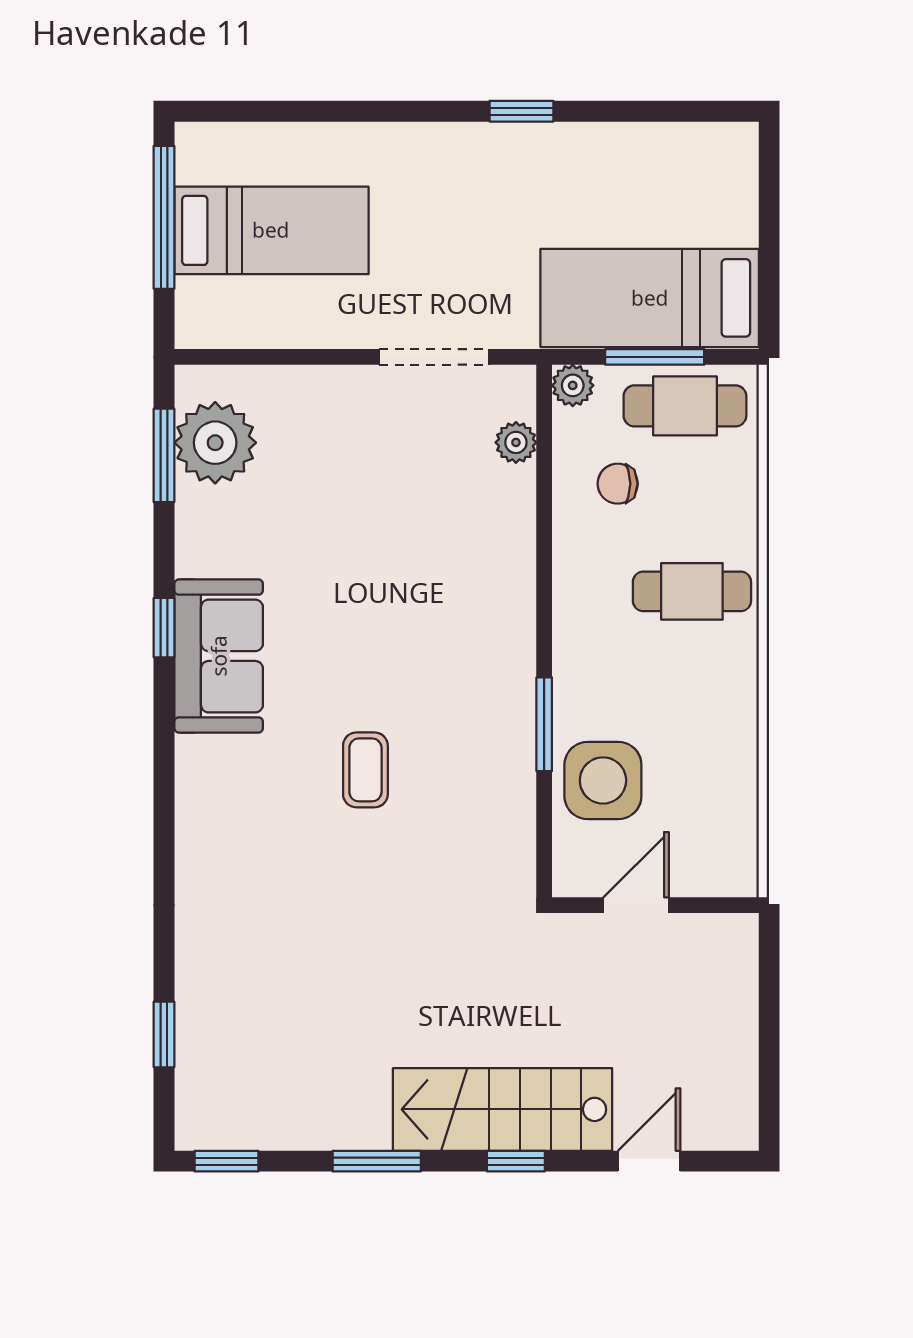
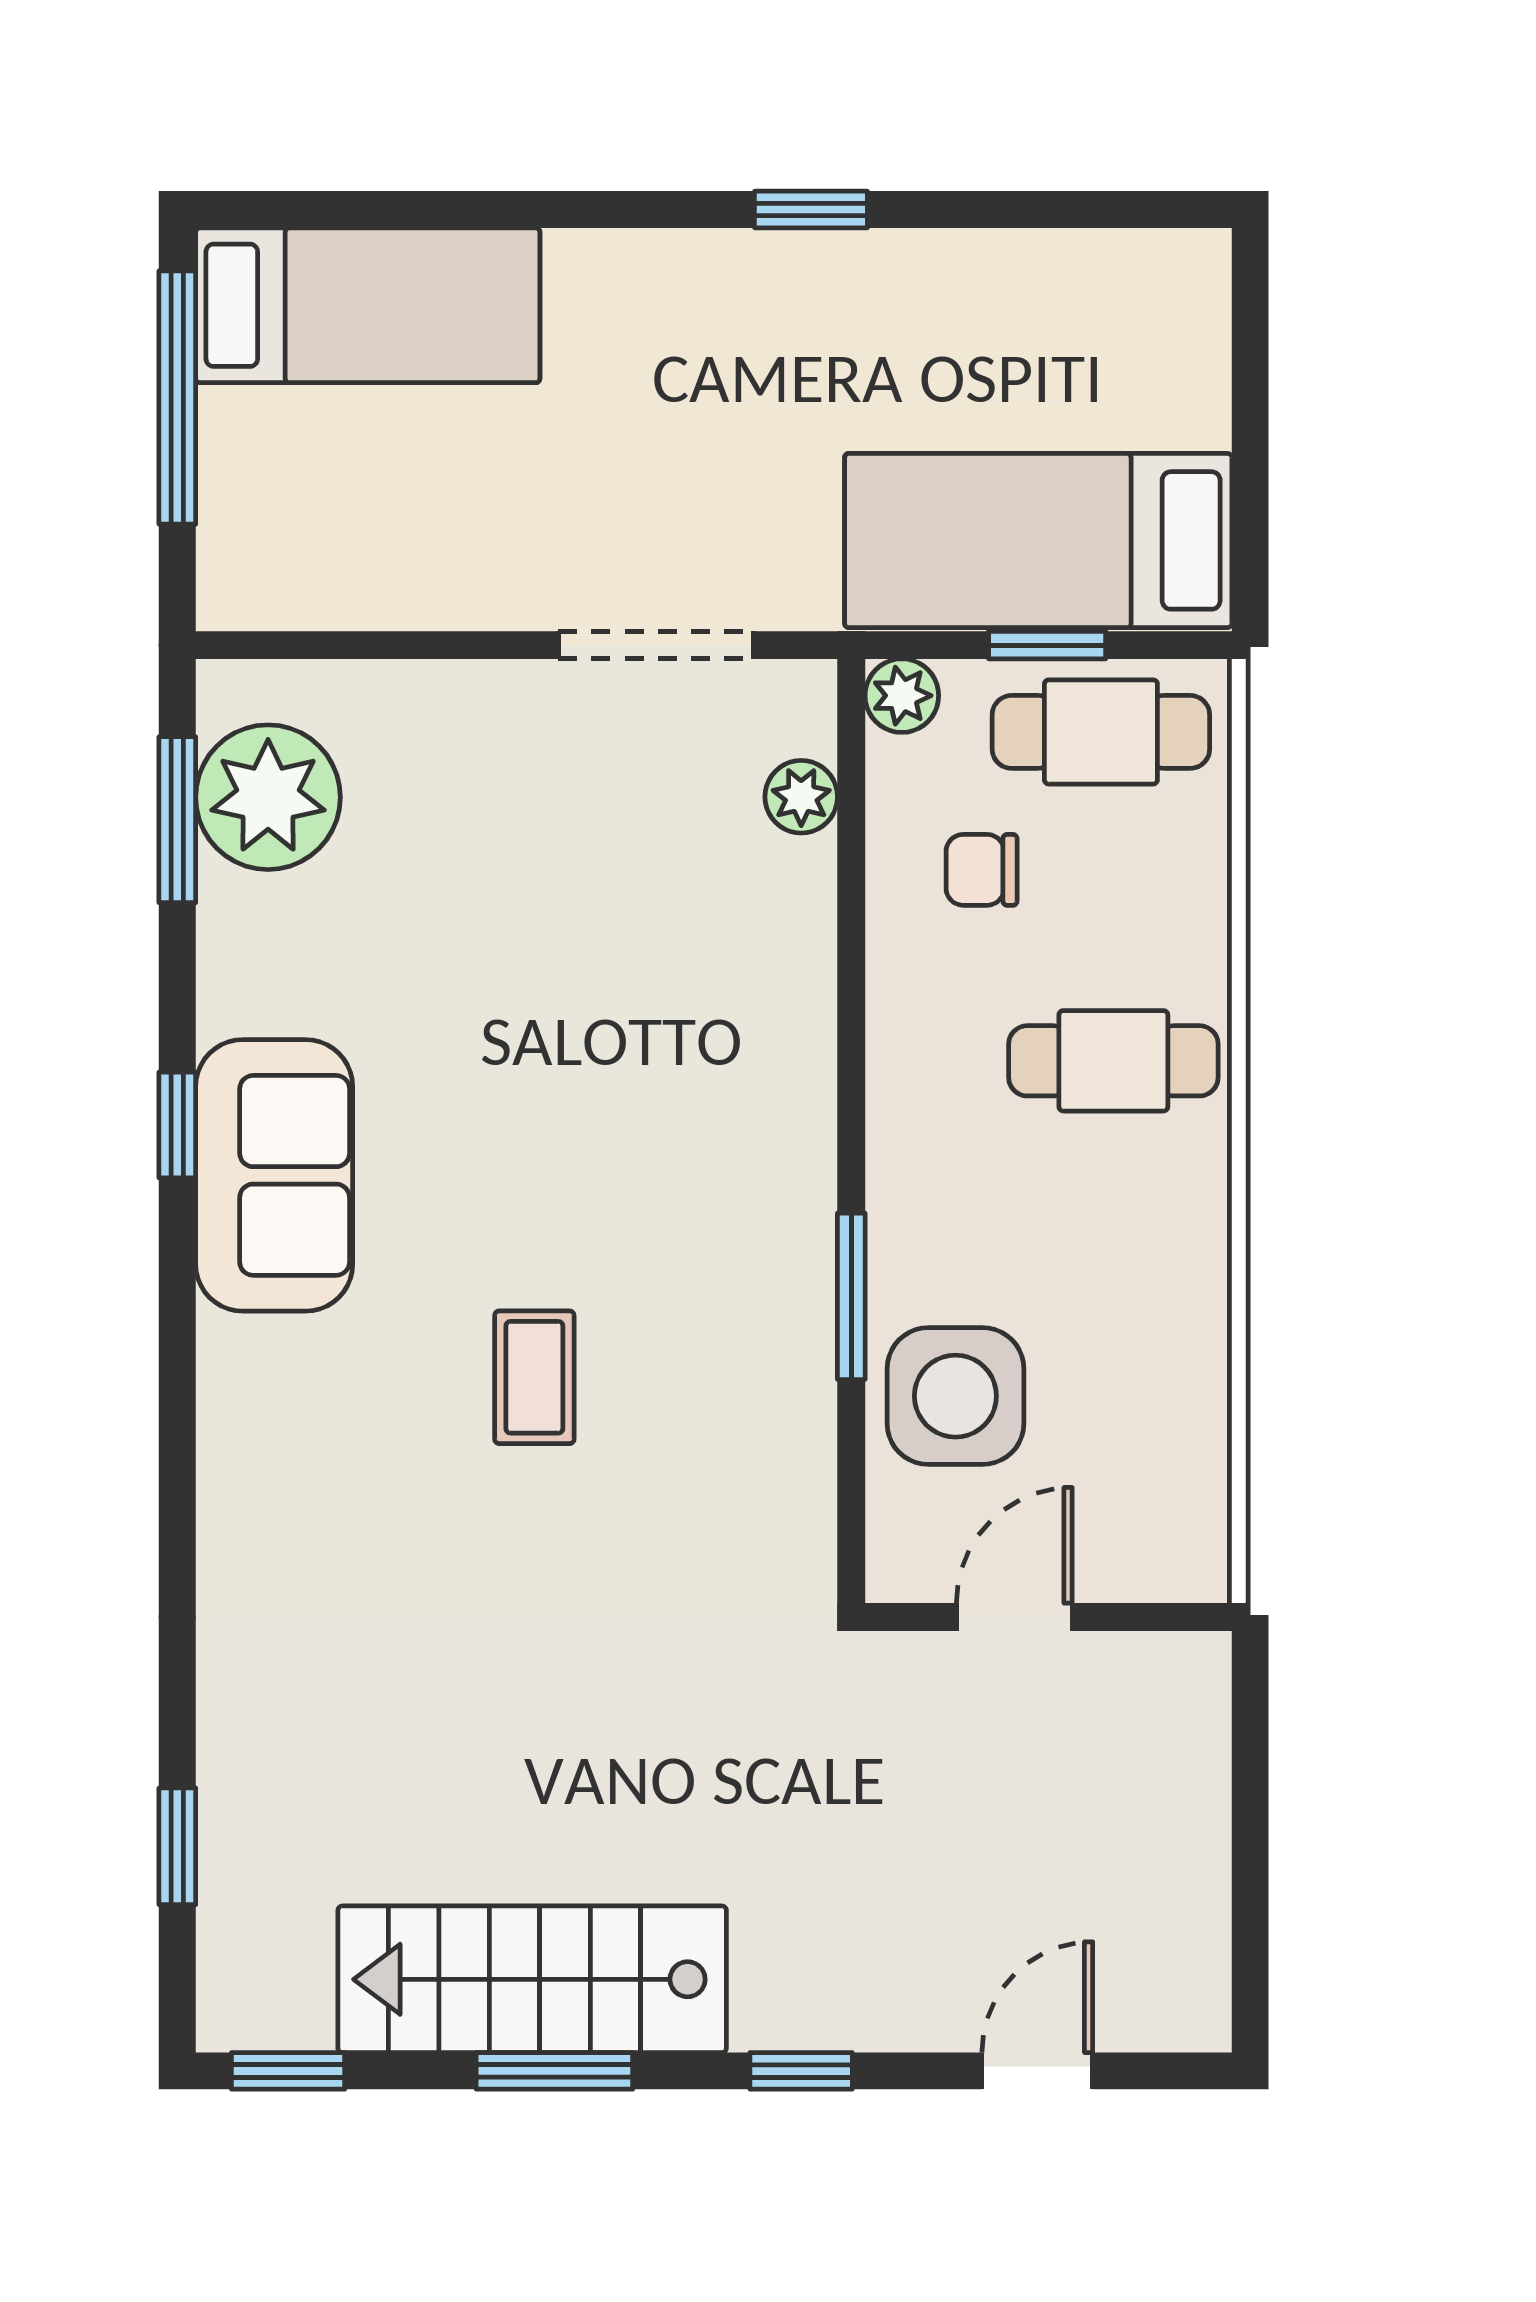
bed: (271, 230) -> (368, 305), moved
window: (655, 357) -> (1047, 645), width x0.67
stairs: (502, 1109) -> (532, 1979), moved

